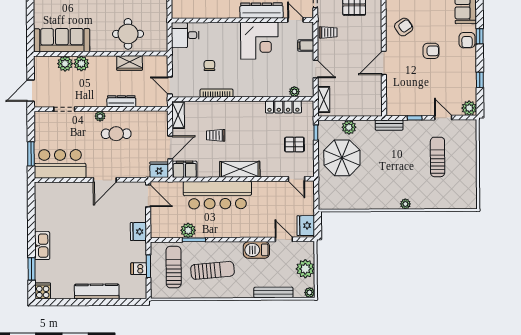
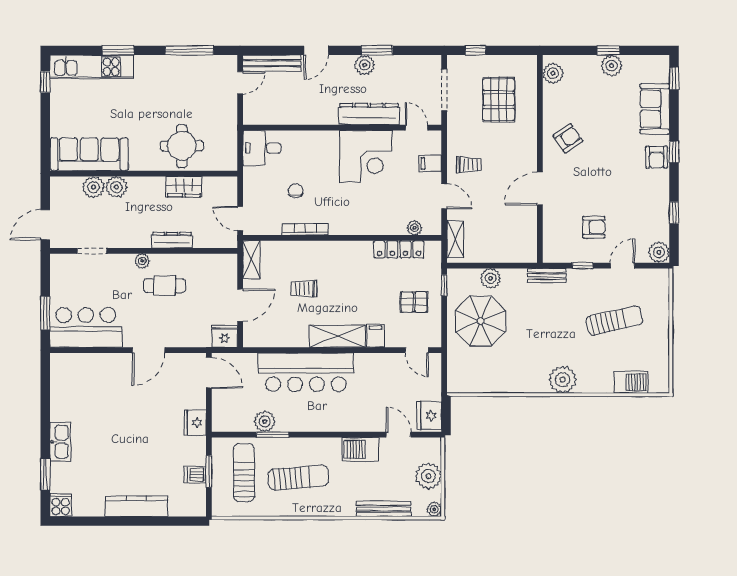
trolley: (328, 32) -> (469, 165), moved
armchair: (431, 51) -> (594, 227), moved
door: (443, 118) -> (622, 266), hinge flipped
sun lounger: (438, 157) -> (614, 320), turned 77
filing cabinet: (185, 169) -> (376, 336), moved, width x0.50
barbecue: (450, 201) -> (631, 382), added
plant: (405, 204) -> (563, 380), width x1.88, depth x1.88

